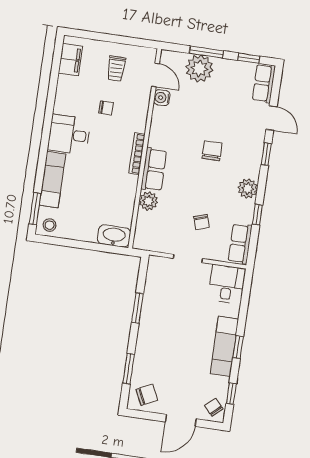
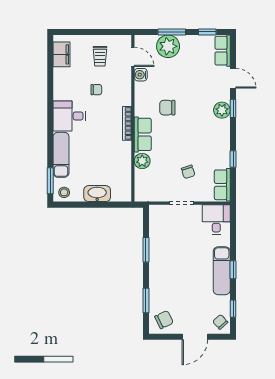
chair: (212, 151) -> (167, 108), moved, turned -90
plant: (248, 189) -> (222, 110), moved
washbasin: (114, 236) -> (97, 194), moved

